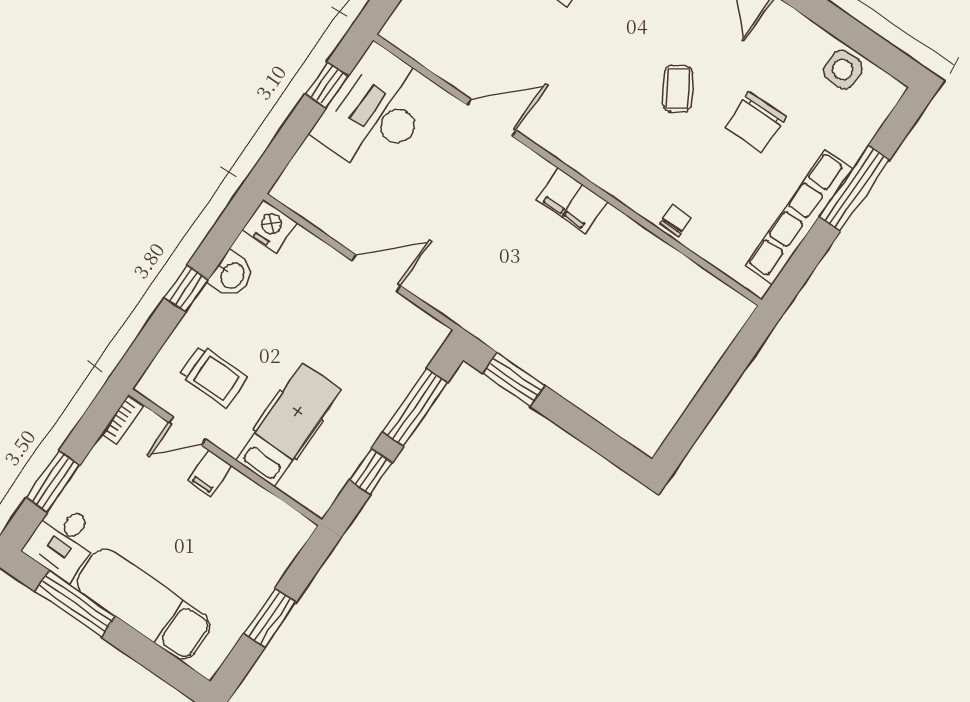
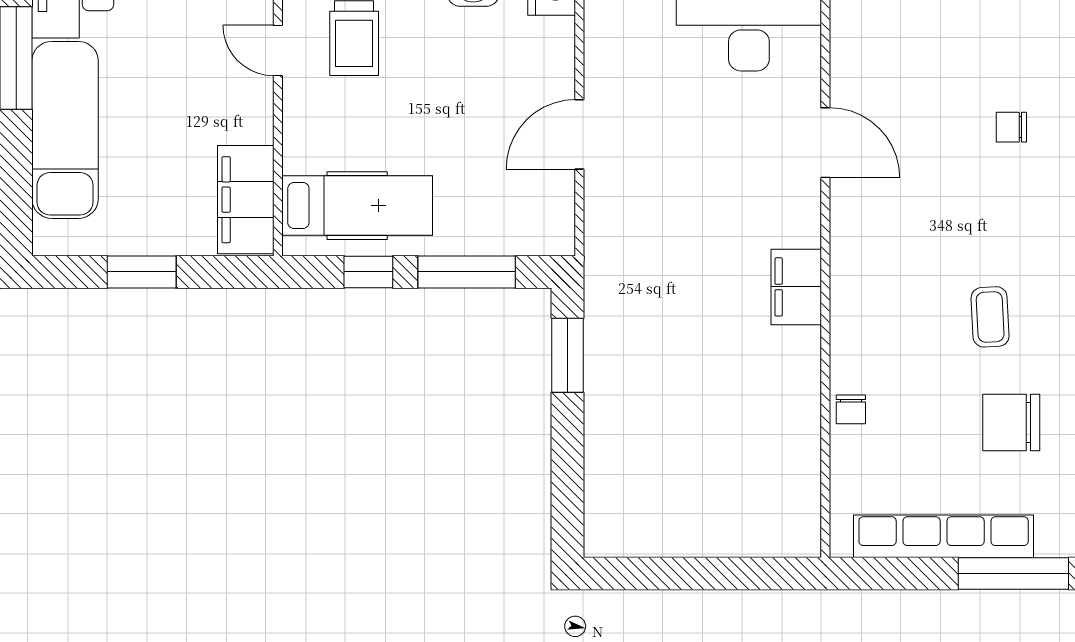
coffee table: (678, 89) -> (990, 317), turned -61
chair: (676, 220) -> (851, 409), turned 90
door: (376, 273) -> (579, 134), swing flipped
hospital bed: (288, 425) -> (357, 206), moved
filing cabinet: (210, 473) -> (246, 200), moved, width x3.00, depth x1.17

